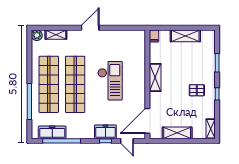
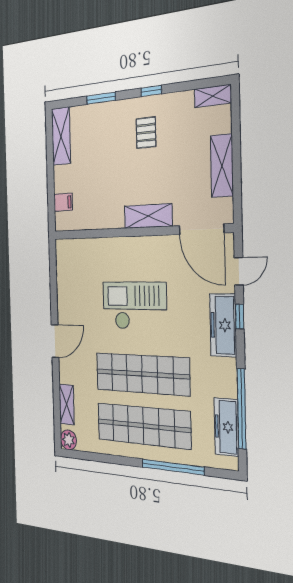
door: (90, 28) -> (55, 341), swing flipped
filing cabinet: (154, 36) -> (63, 202), moved
shelving: (185, 36) -> (61, 136), moved
shelving: (155, 77) -> (148, 216), moved
freezer: (105, 132) -> (223, 325), width x1.40

